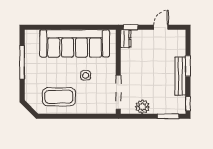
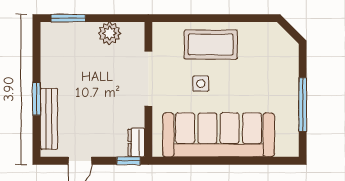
bench: (180, 76) -> (49, 119), moved
doorway: (118, 92) -> (148, 79), moved
coffee table: (59, 97) -> (211, 45), moved
window: (188, 104) -> (37, 38), removed

